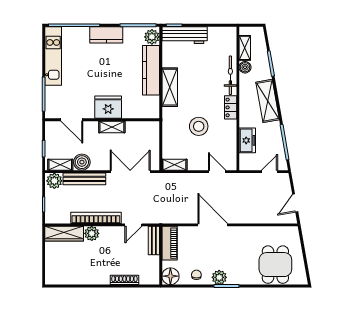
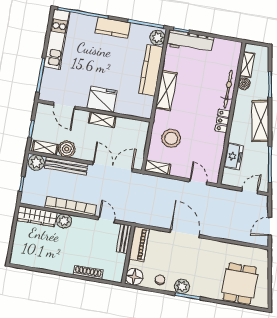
stool: (199, 126) -> (171, 138), moved
door: (133, 225) -> (107, 220), swing flipped

